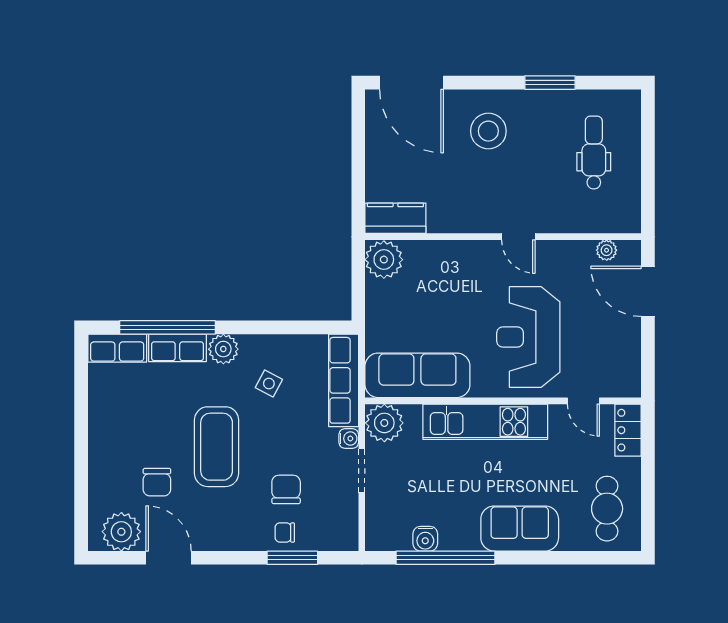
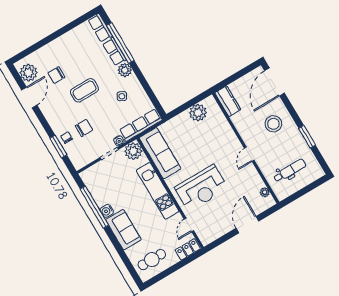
kitchen counter: (395, 218) -> (228, 101), moved
wall: (503, 237) -> (246, 148), moved
door: (518, 237) -> (249, 154), moved
plant: (607, 250) -> (265, 192), moved
reception desk: (528, 337) -> (201, 188), turned 180
coffee table: (217, 447) -> (84, 90), width x0.73, depth x0.76
water cooler: (425, 539) -> (107, 211), moved

